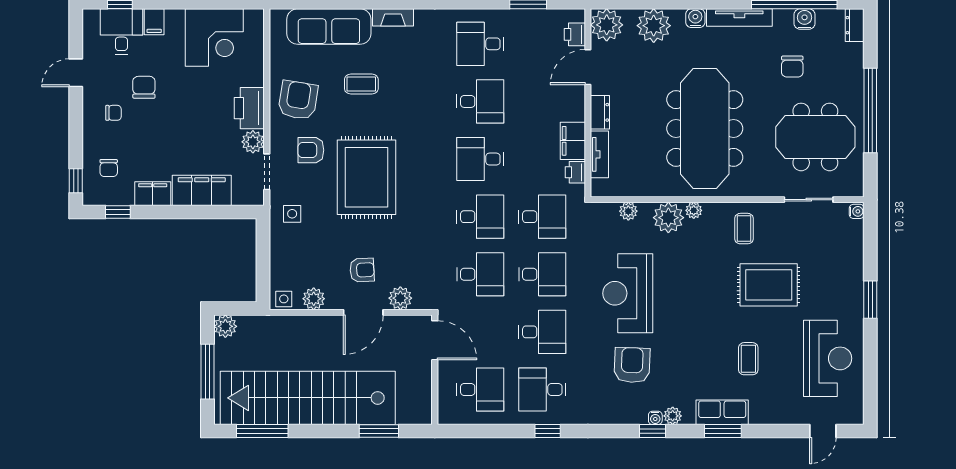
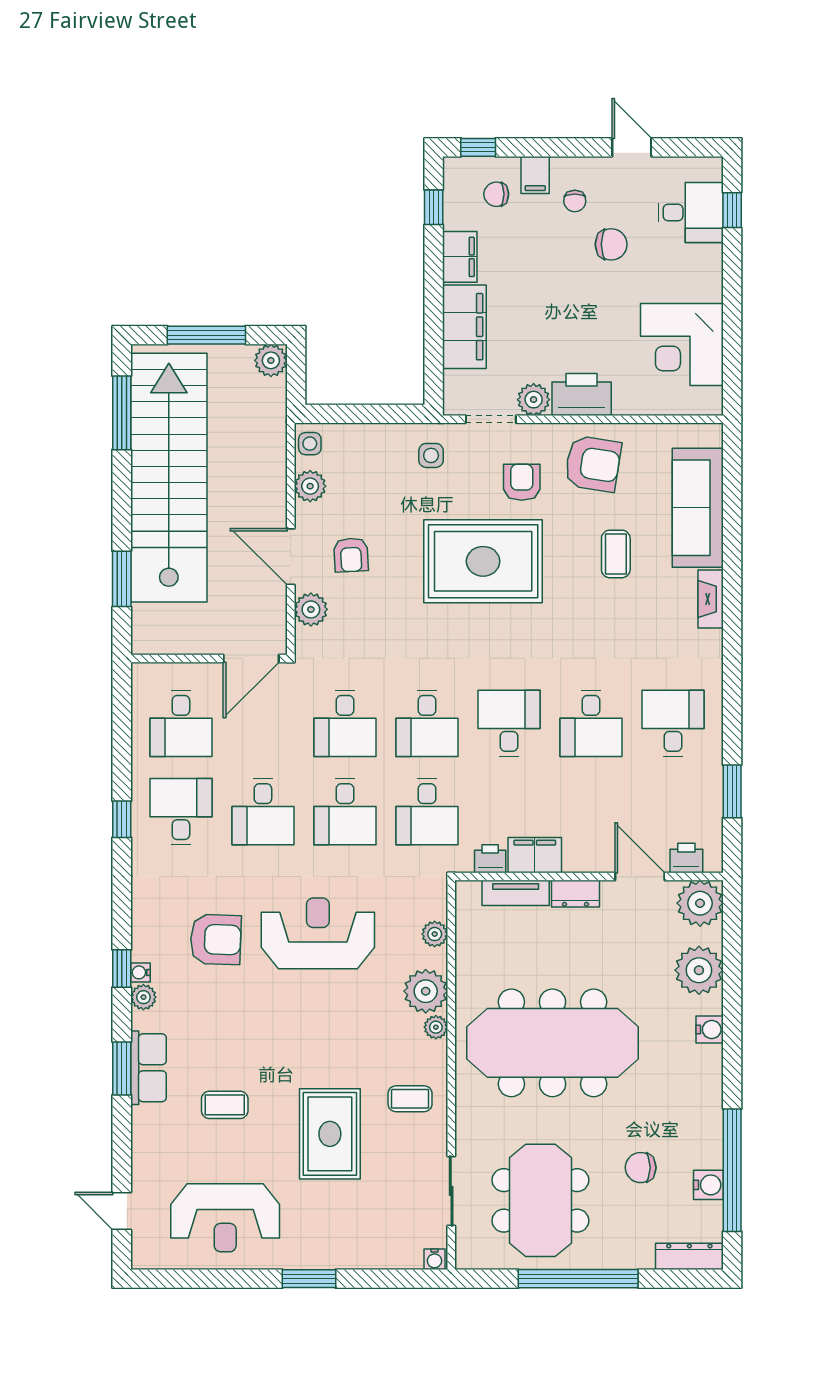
tv unit: (739, 18) -> (710, 1092), removed
filing cabinet: (154, 22) -> (535, 175), moved, turned -90
dresser: (855, 25) -> (689, 1256), width x1.44

